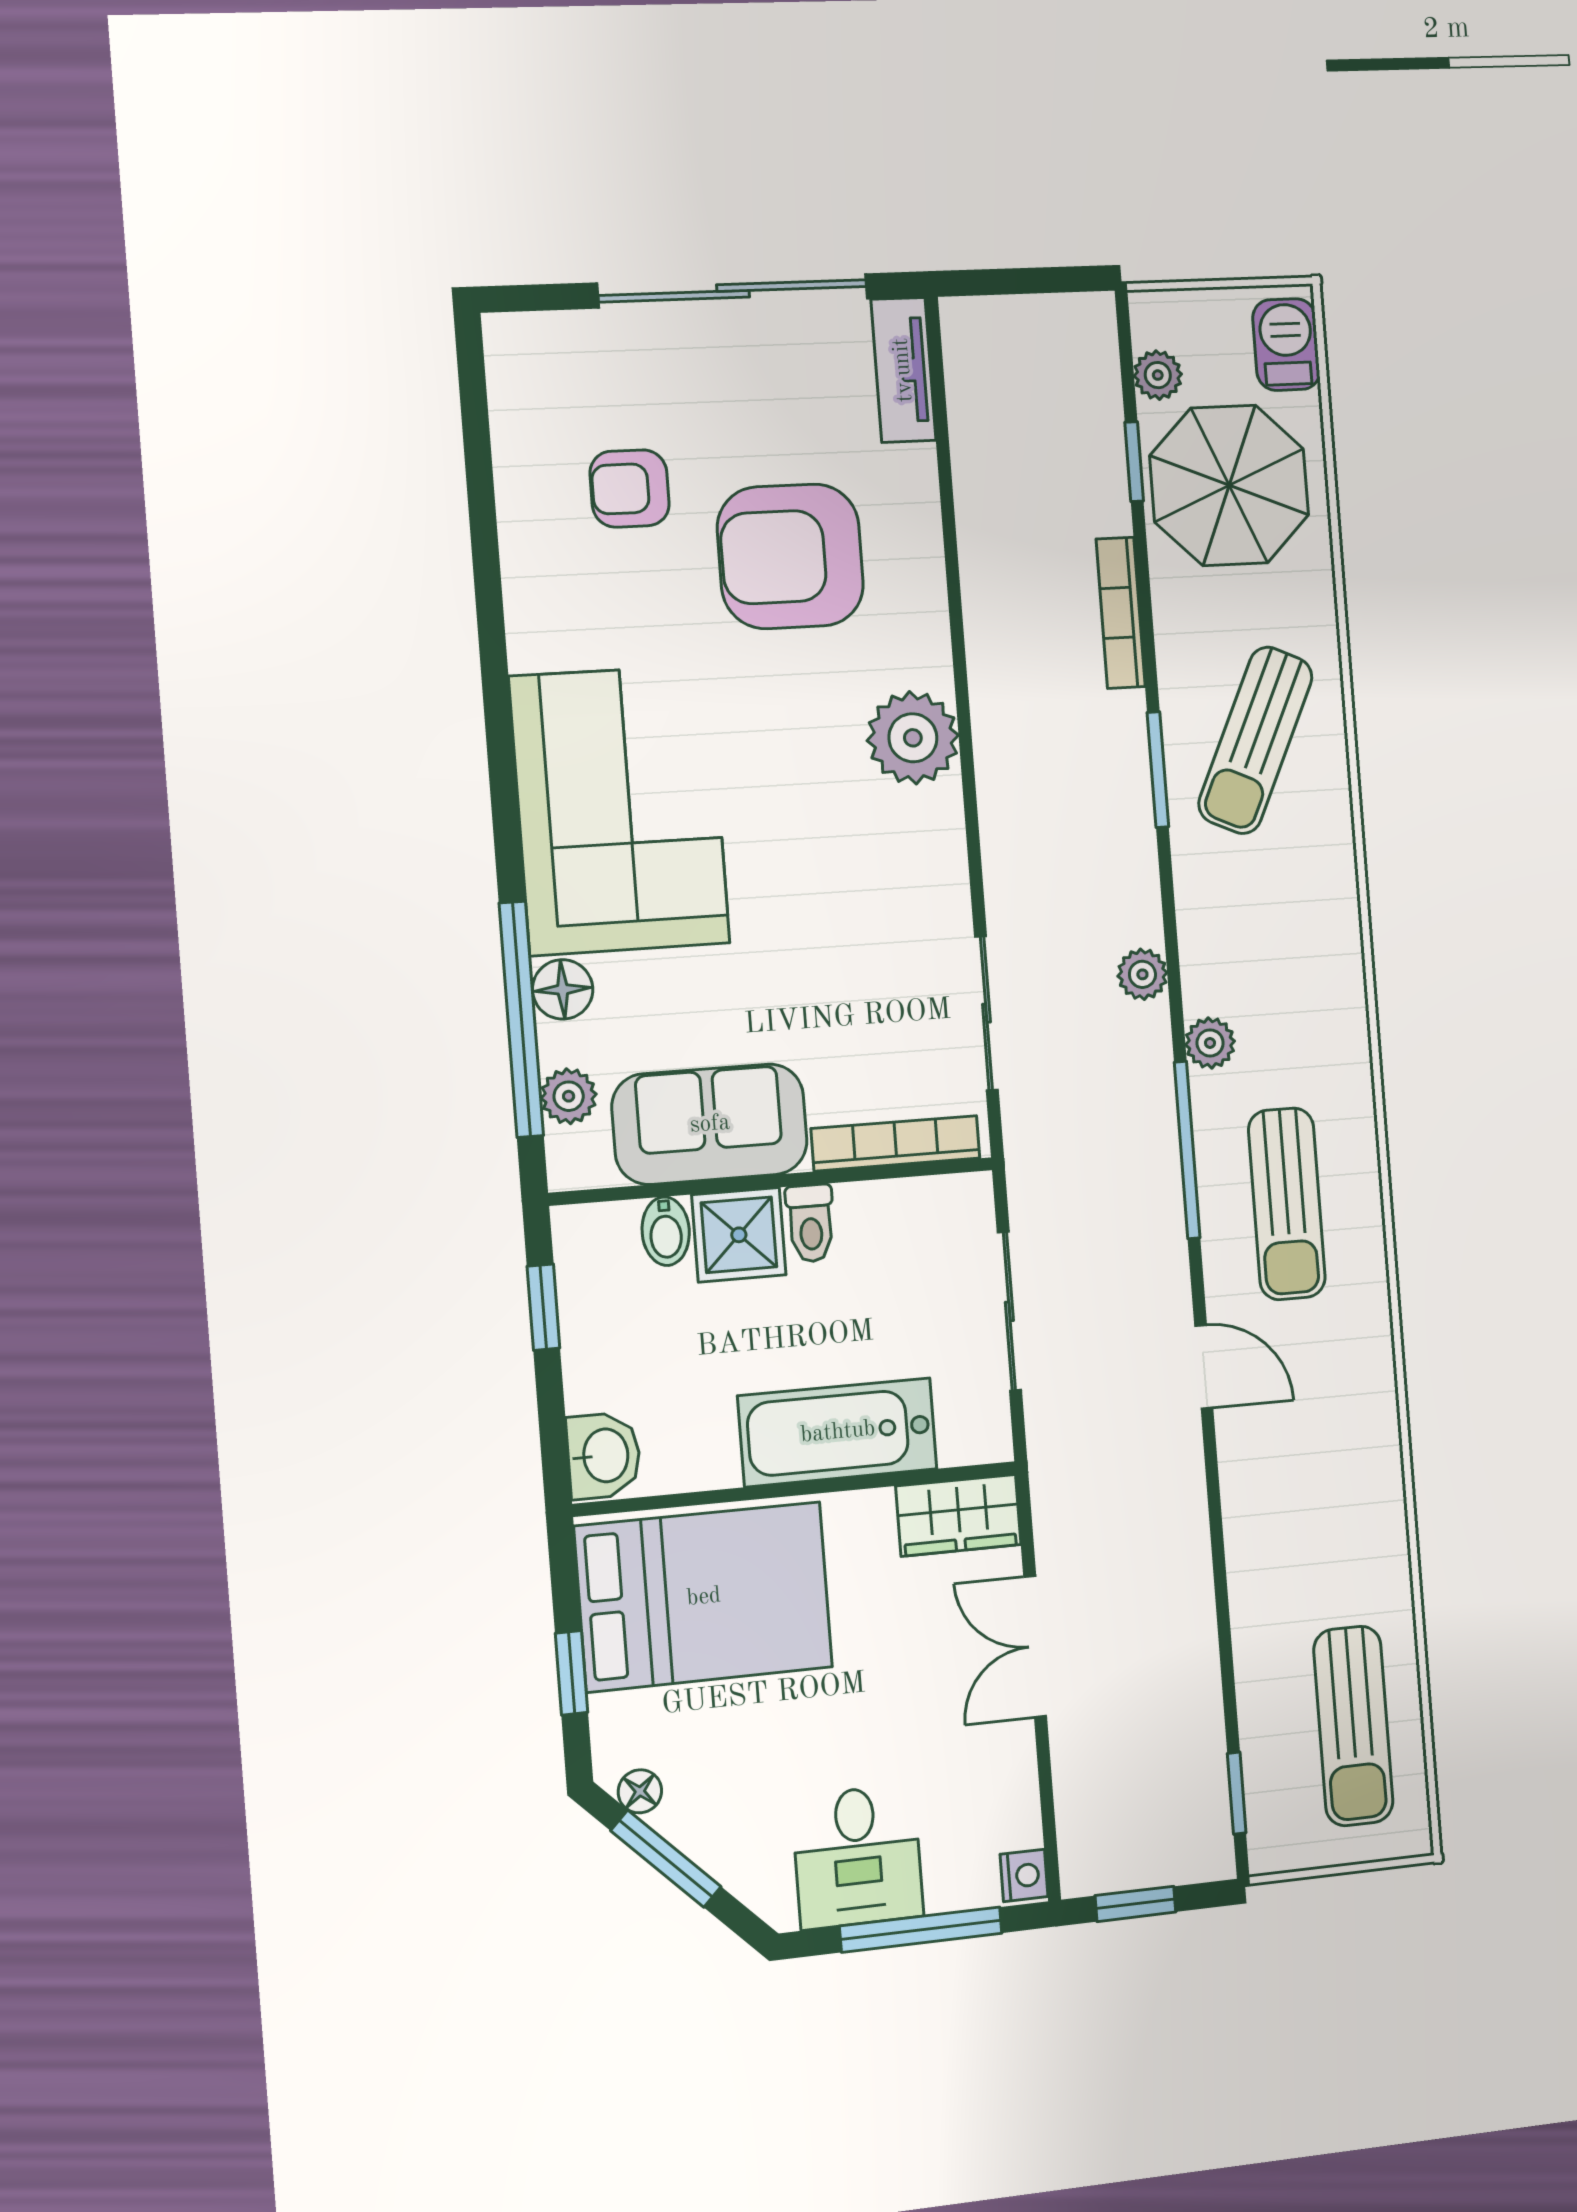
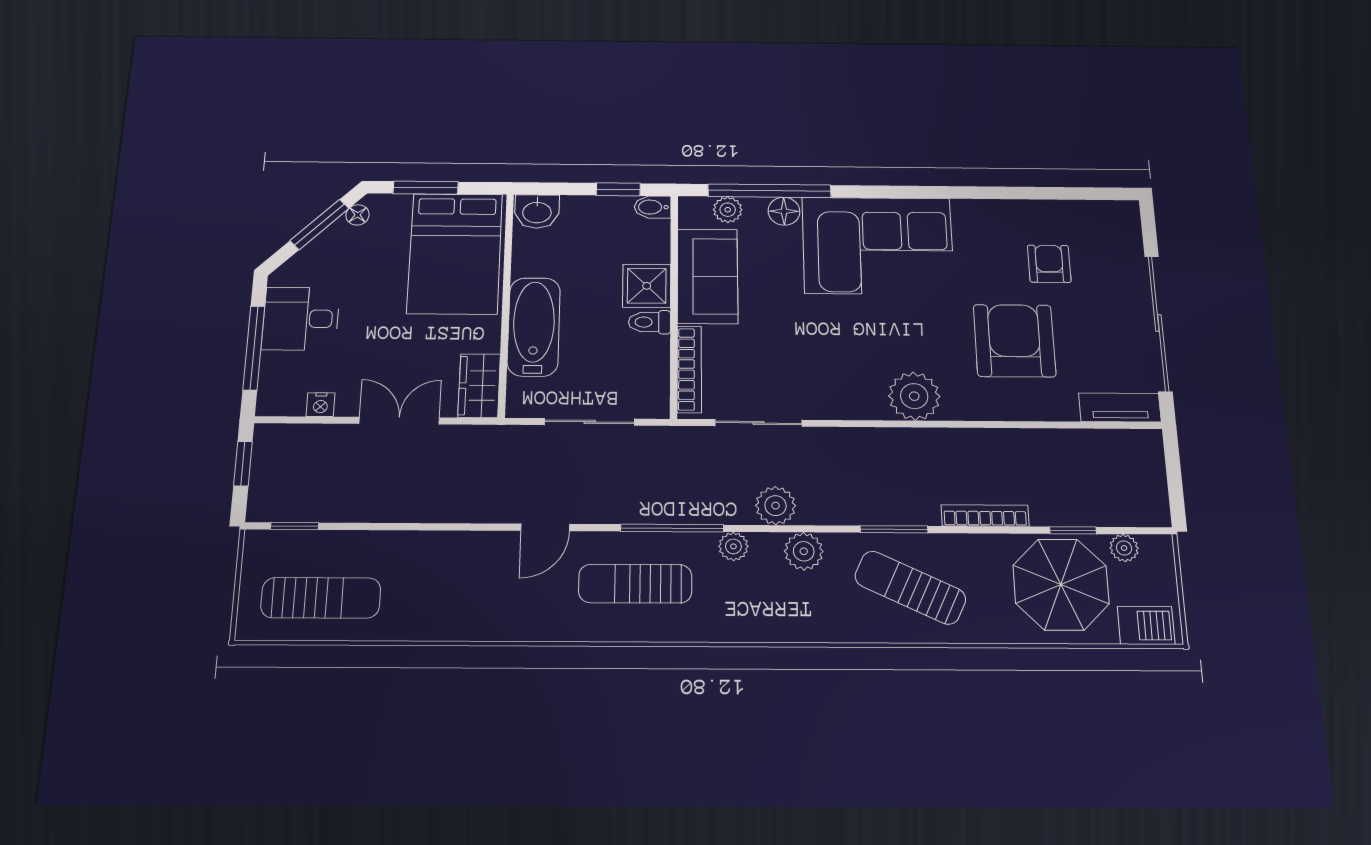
plant: (1209, 923) -> (804, 551), added
plant: (1142, 974) -> (776, 506), width x1.38, depth x1.38
bidet: (666, 1231) -> (653, 207), moved
window: (571, 1673) -> (426, 188), width x1.50
sun lounger: (1353, 1726) -> (321, 598), turned 180
nightstand: (1024, 1876) -> (321, 405), moved

